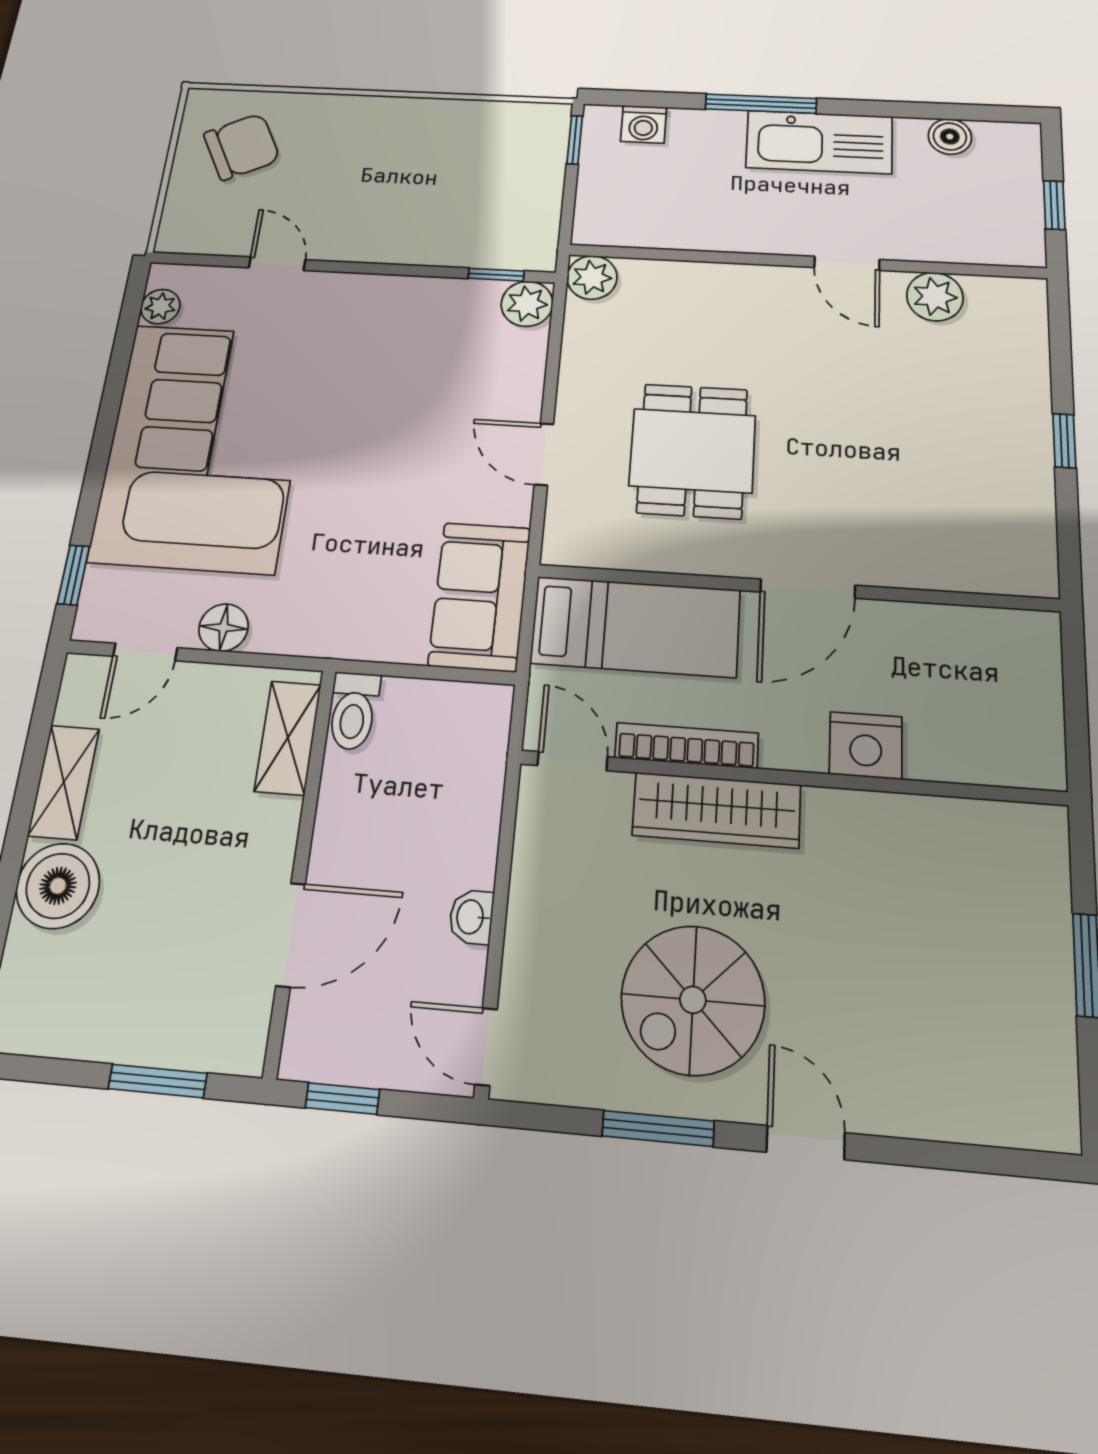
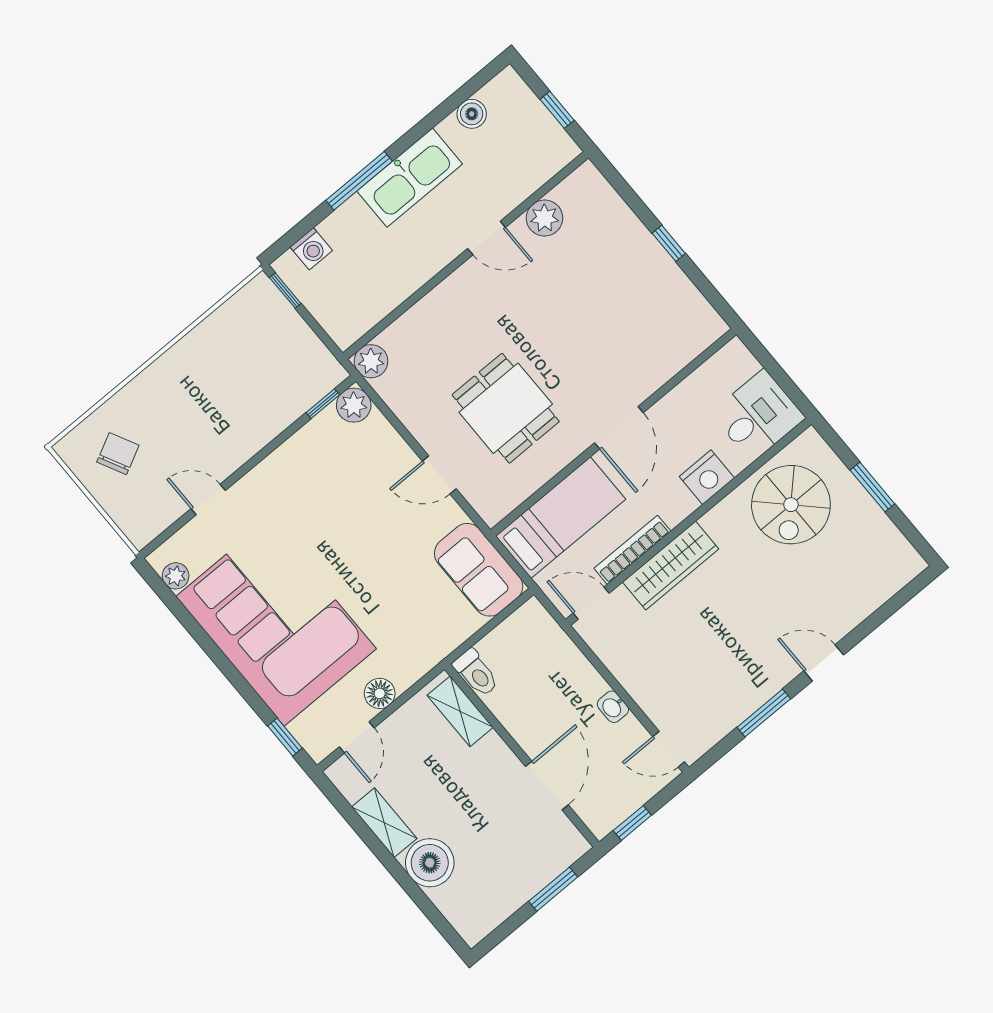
chair: (242, 147) -> (118, 454), width x0.73, depth x0.73
desk: (1003, 731) -> (758, 416), added
spiral stairs: (693, 1000) -> (791, 505), moved

